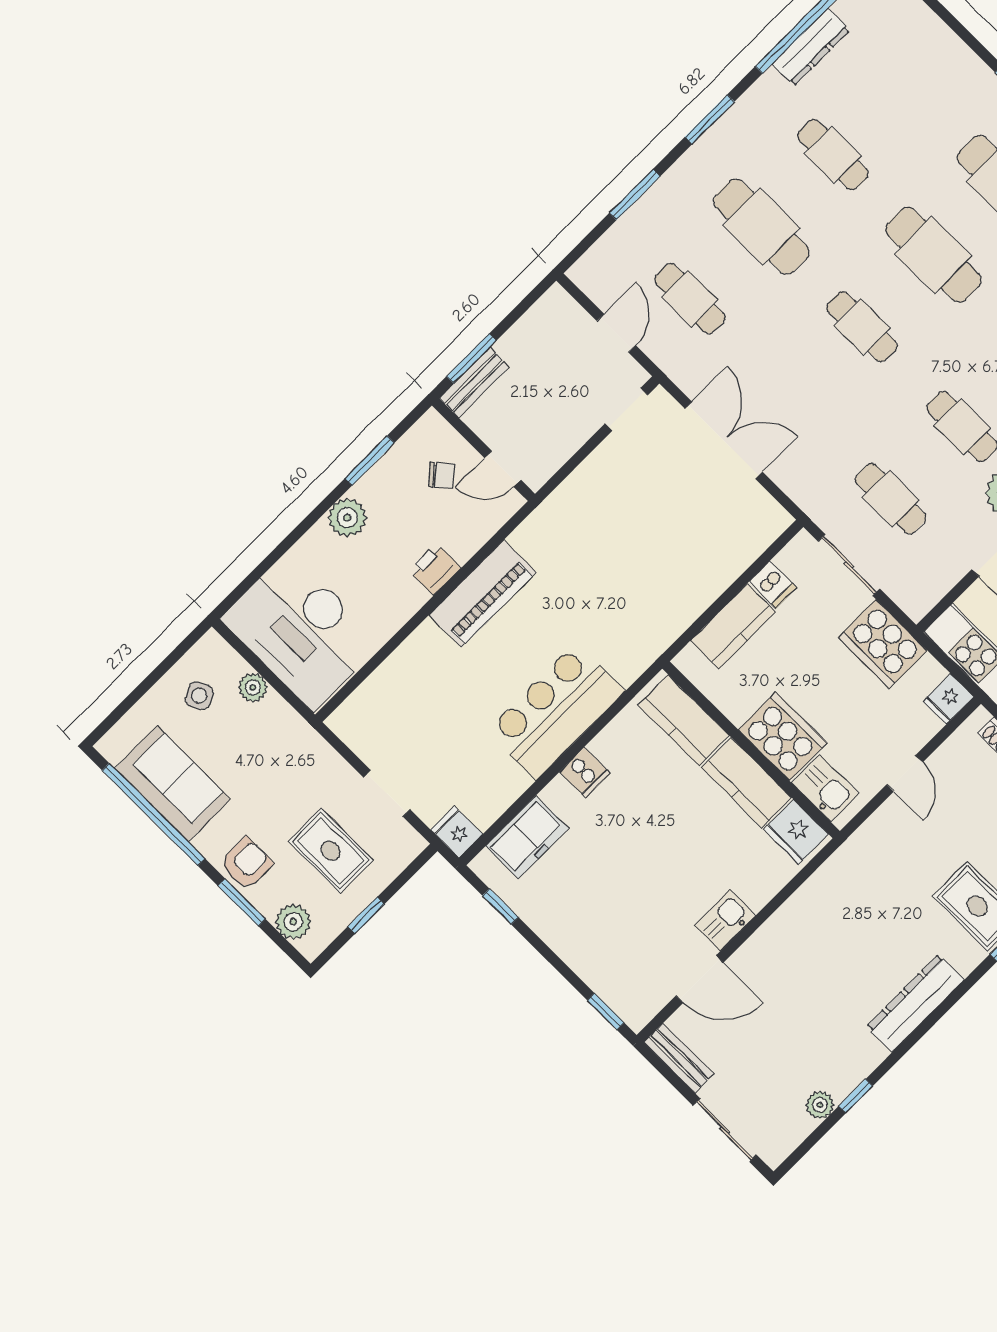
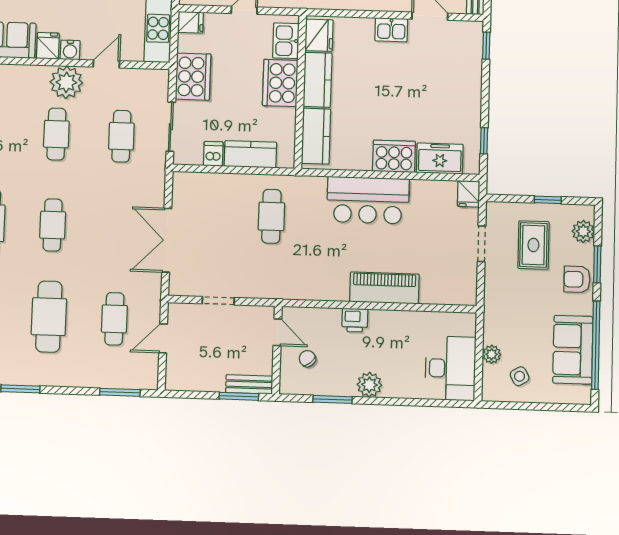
window: (635, 195) -> (120, 392), moved
doorway: (626, 409) -> (218, 301), moved
cafe table: (640, 584) -> (271, 216), added
piano: (483, 594) -> (384, 288), moved
desk: (301, 631) -> (450, 368), width x0.73, depth x0.77
cooker: (585, 772) -> (394, 156), width x1.87, depth x1.31

